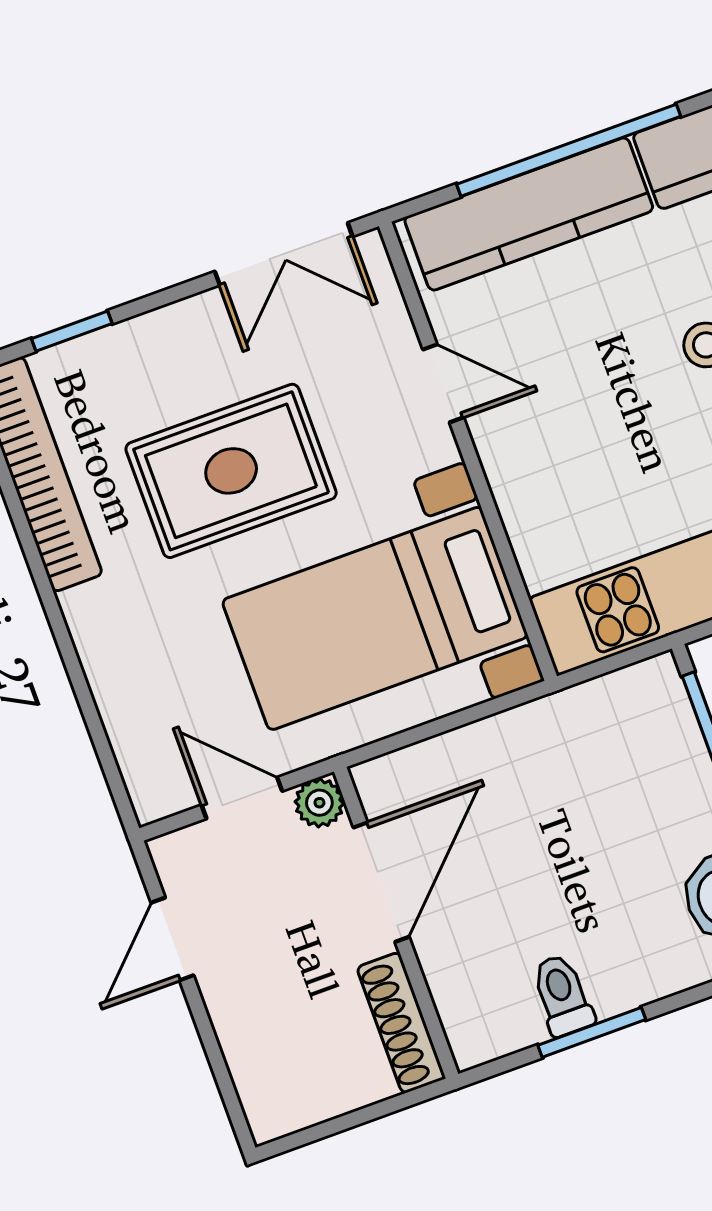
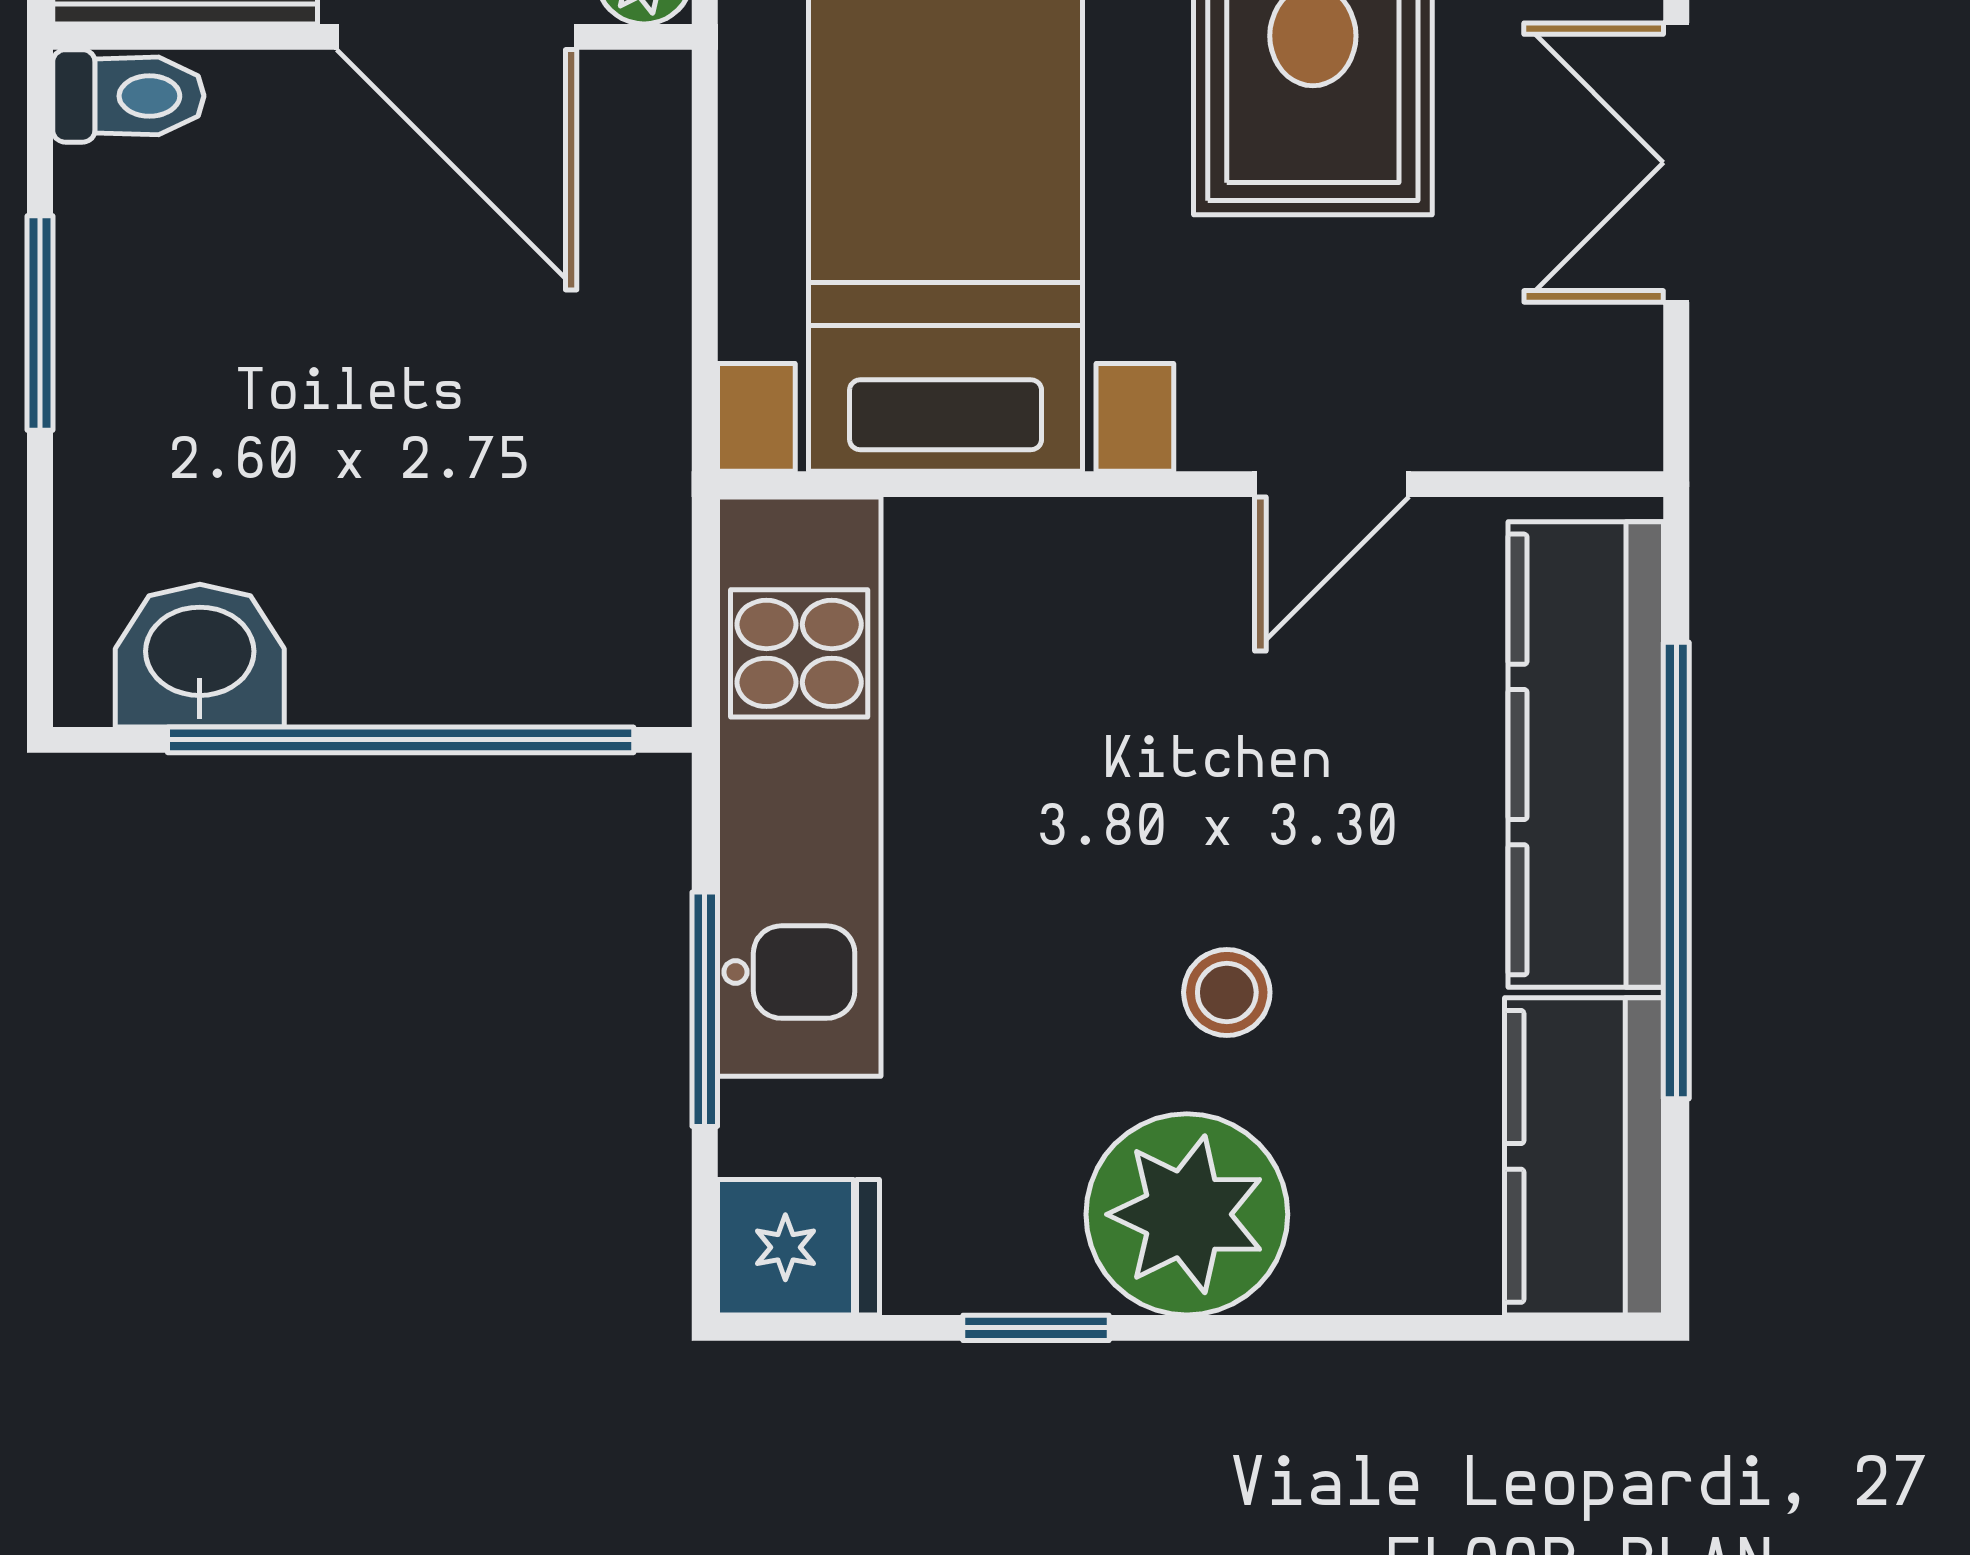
double door: (284, 254) -> (1676, 163), moved
toilet: (562, 995) -> (128, 96), moved

